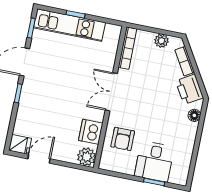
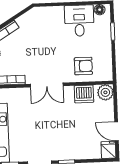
printer: (189, 89) -> (29, 21), removed
floor lamp: (194, 115) -> (100, 10), moved
desk: (154, 161) -> (79, 21), moved, turned -90

